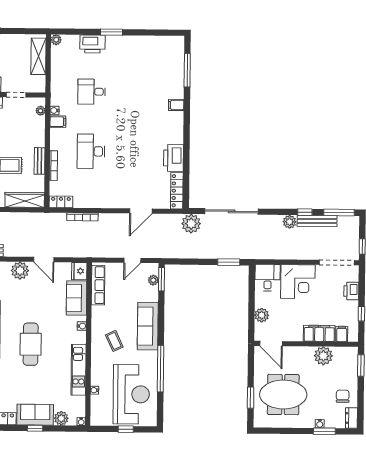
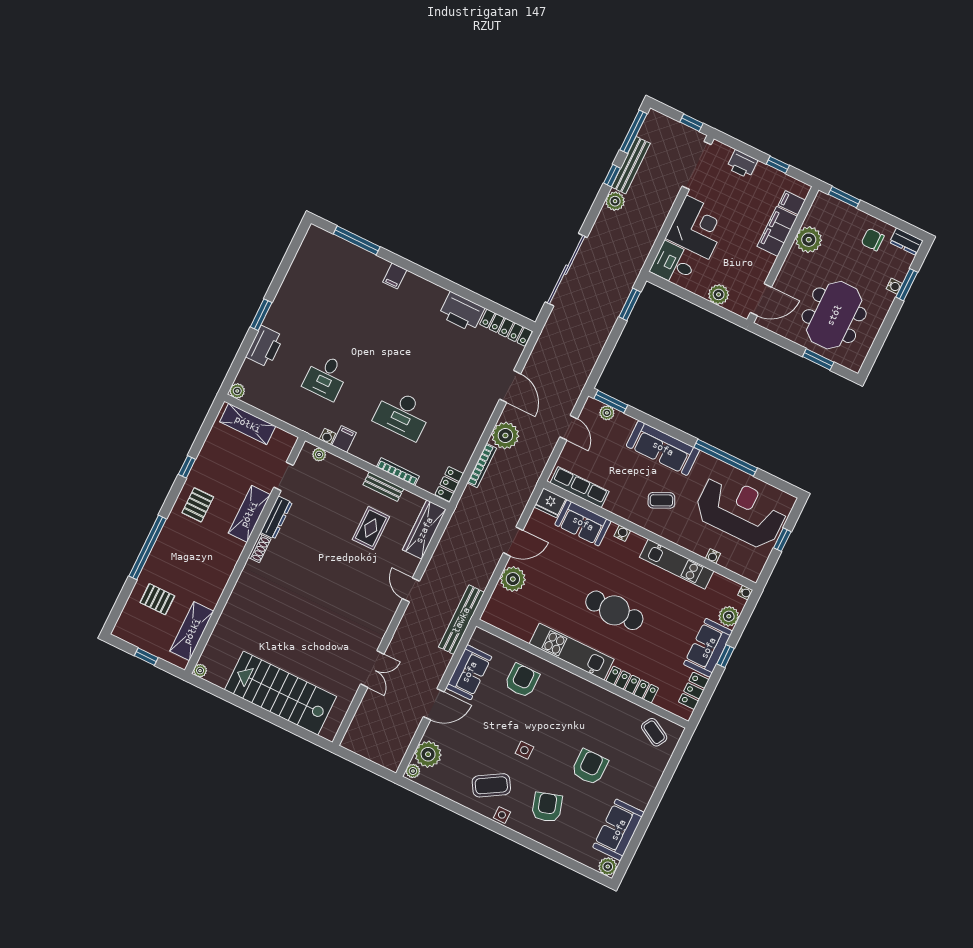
plant: (191, 224) -> (505, 435), moved

